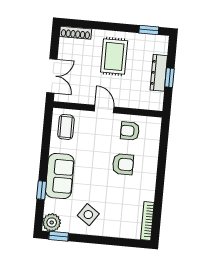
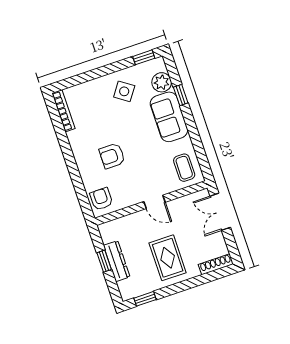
armchair: (130, 131) -> (101, 199), moved, turned -90
plant: (52, 223) -> (162, 82), moved

